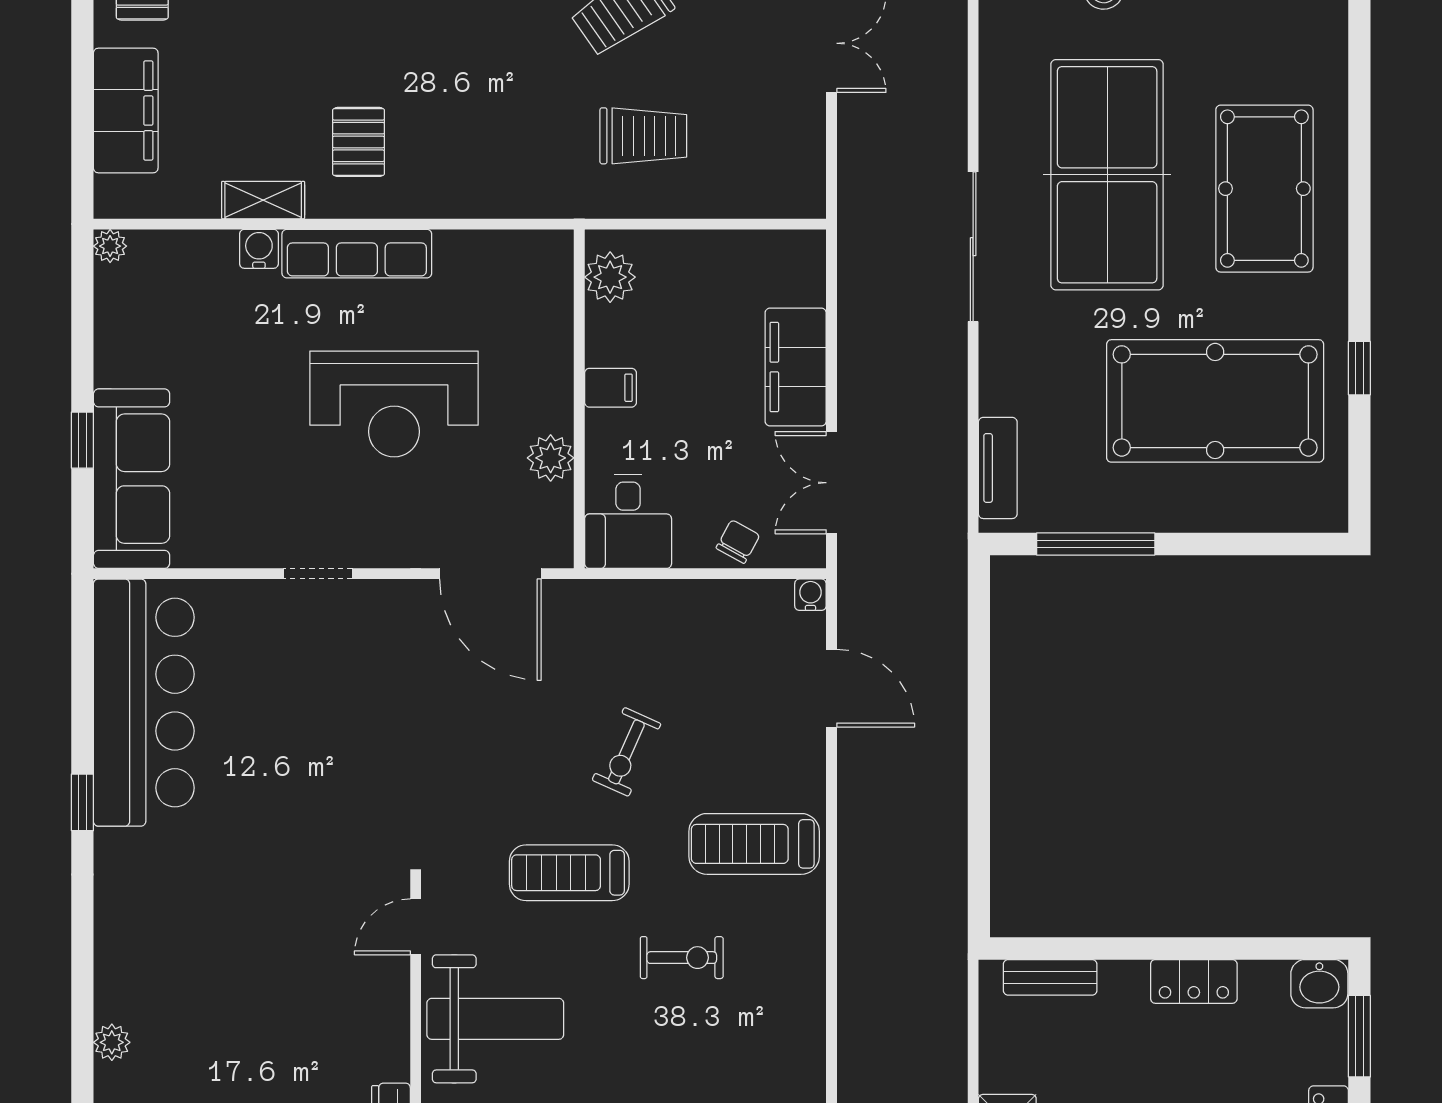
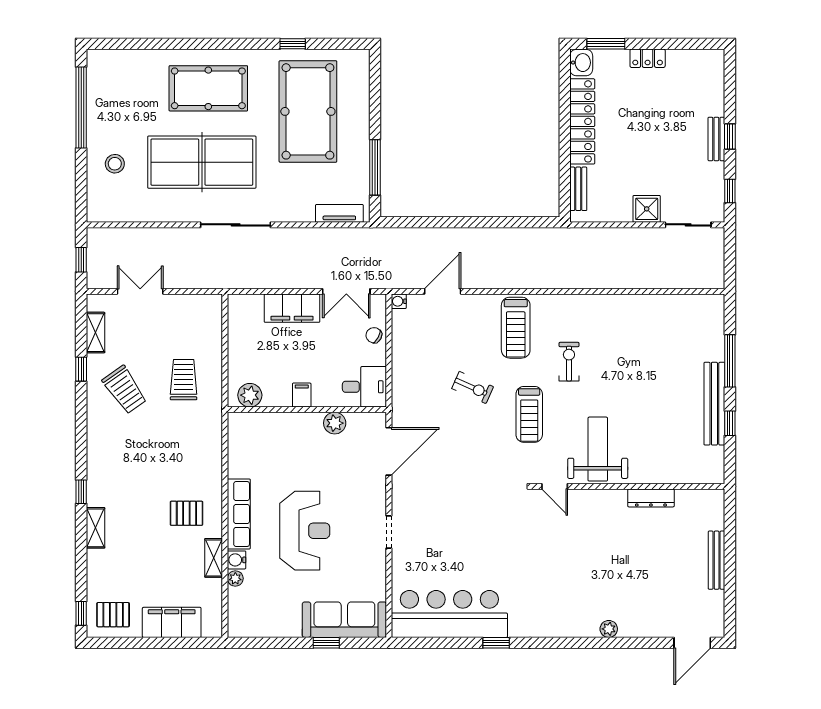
plant: (110, 246) -> (235, 578), moved
reception desk: (394, 404) -> (305, 531), moved
locker: (1194, 981) -> (582, 121), width x2.16, depth x1.21

